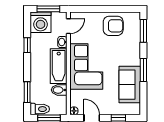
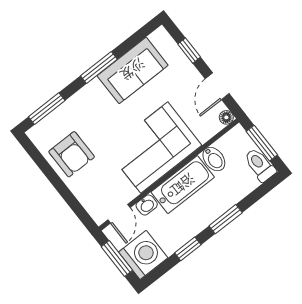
door: (68, 26) -> (119, 214), swing flipped
armchair: (113, 26) -> (72, 154), turned 180
window: (27, 92) -> (226, 219), moved

